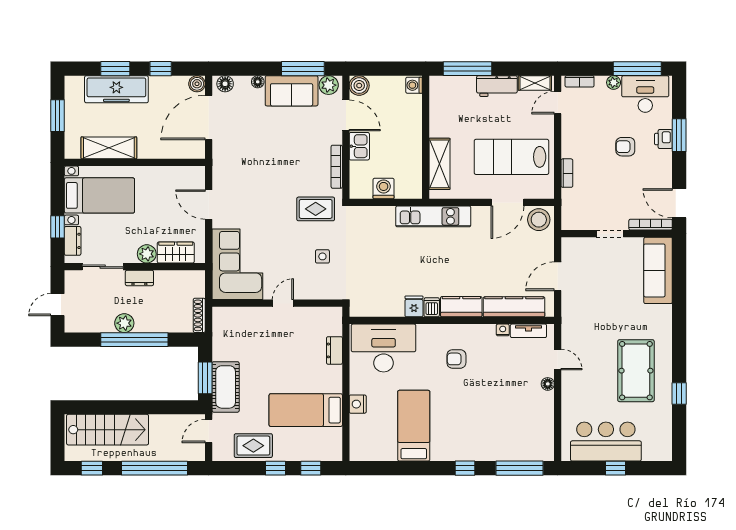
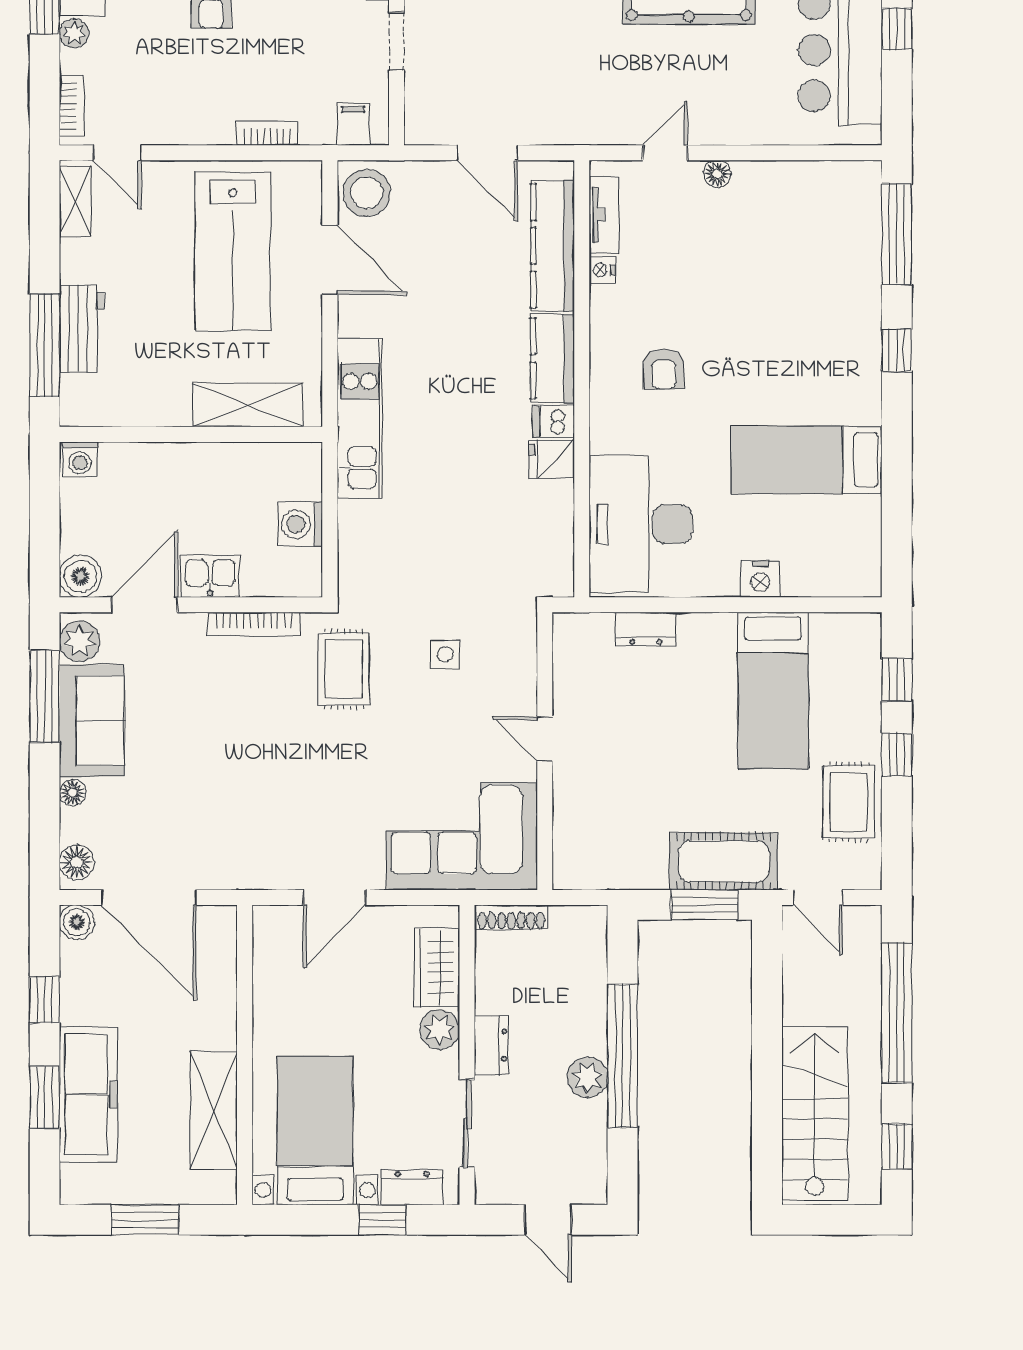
workbench: (497, 86) -> (82, 329), moved
filing cabinet: (571, 213) -> (353, 124), added
shoe rack: (199, 315) -> (511, 917), moved

